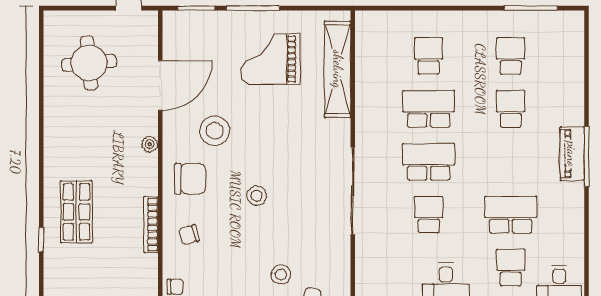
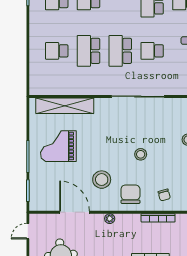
grand piano: (270, 59) -> (58, 146), turned 90

